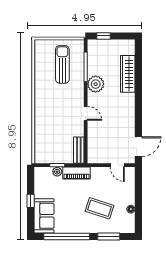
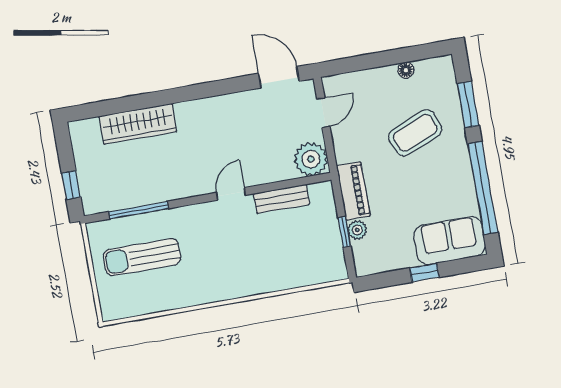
plant: (96, 84) -> (311, 159), moved
bench: (79, 150) -> (282, 199), moved
coffee table: (99, 208) -> (415, 133), turned 50

